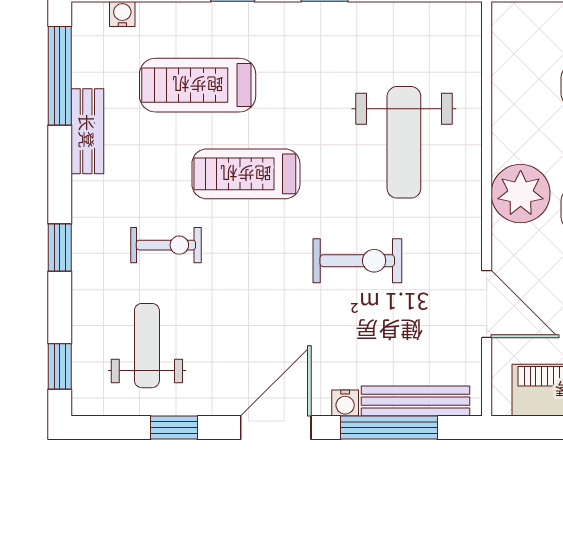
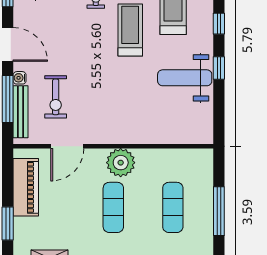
weight bench: (404, 142) -> (185, 78), moved
exercise bike: (357, 261) -> (56, 97), moved

